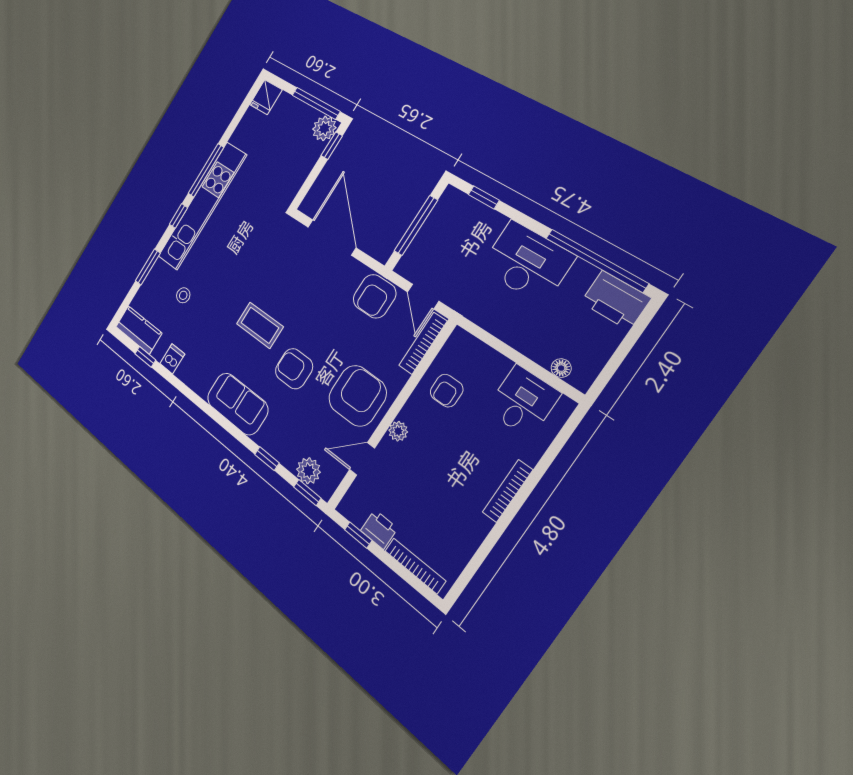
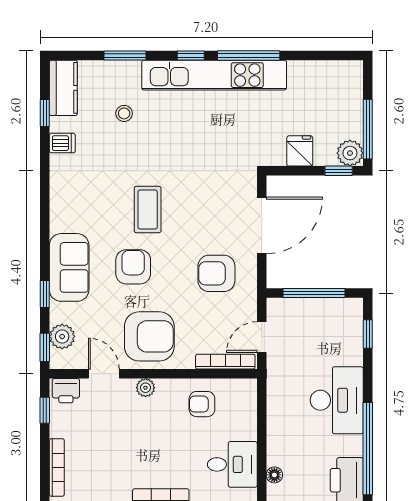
fridge: (266, 97) -> (300, 151), moved, turned 90
armchair: (375, 296) -> (216, 273), moved
sofa: (237, 404) -> (69, 267), moved
printer: (379, 529) -> (66, 391), moved, turned 90

